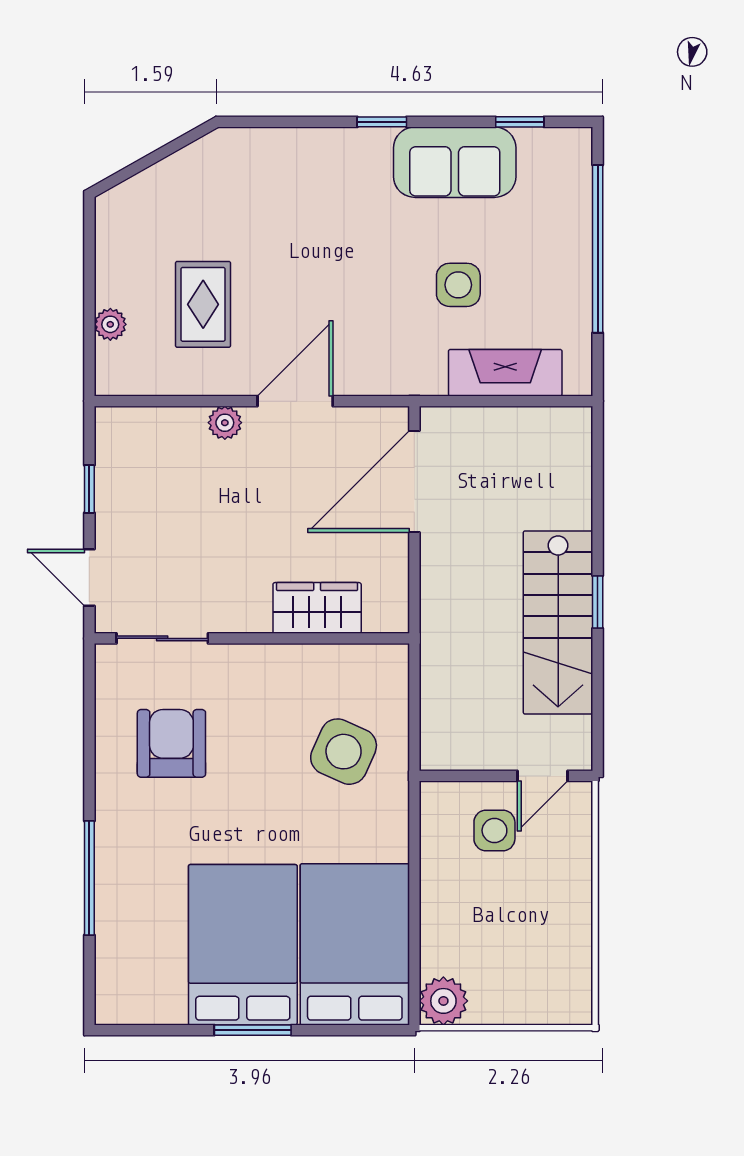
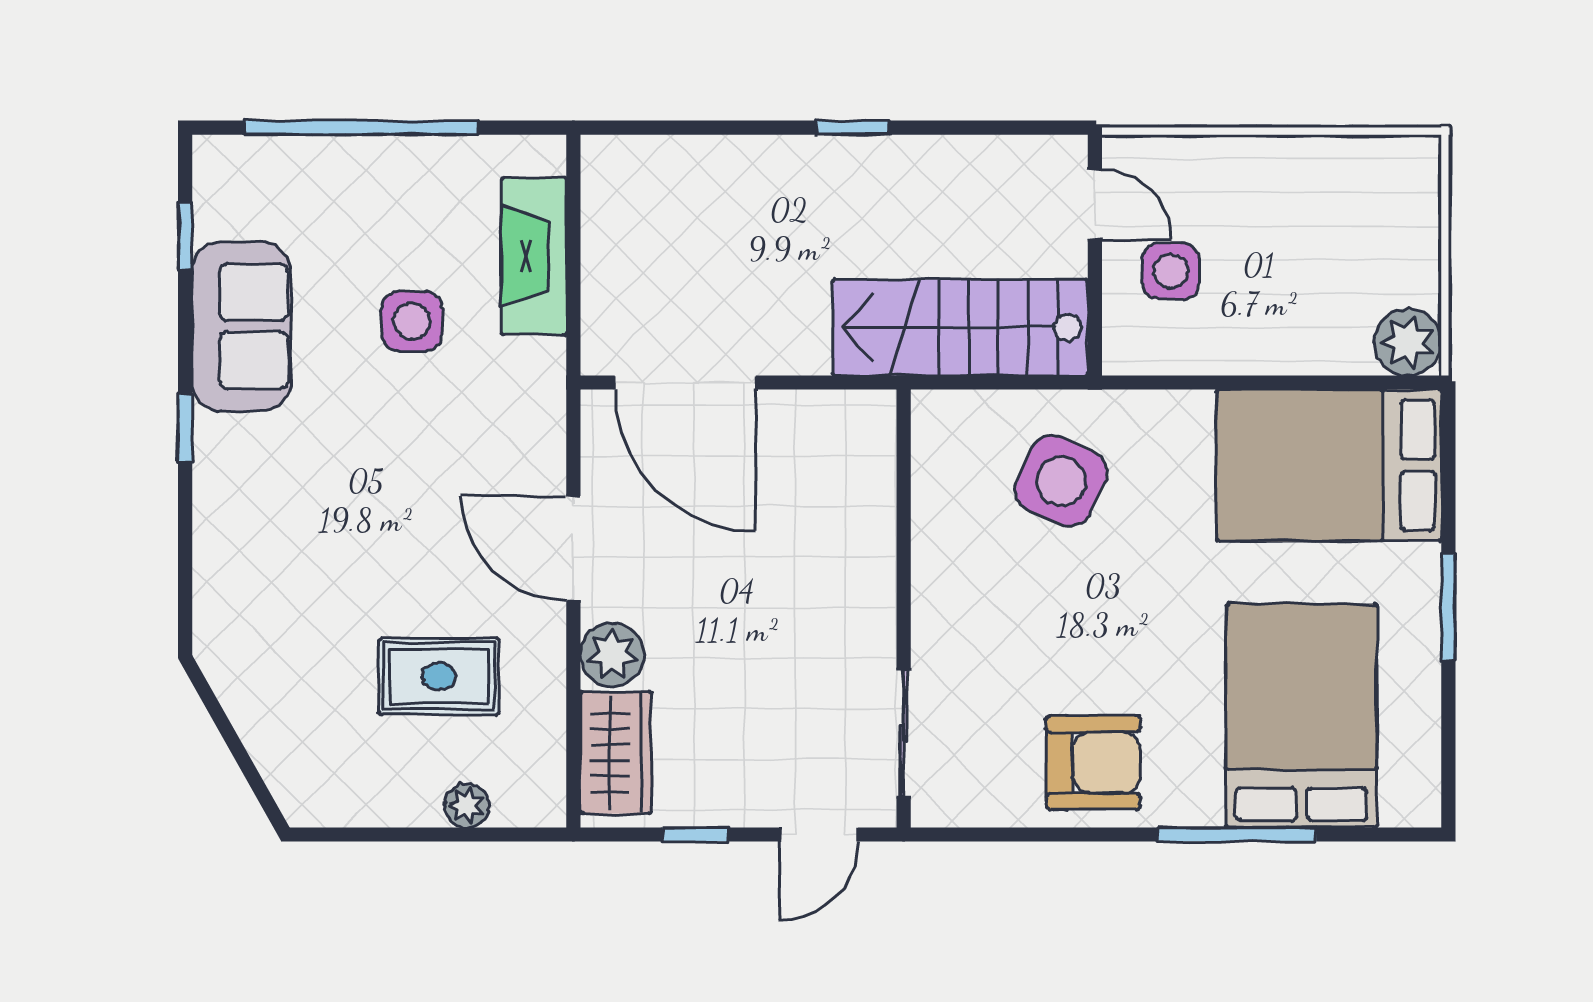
plant: (225, 423) -> (612, 655), width x1.38, depth x1.38
wardrobe: (317, 608) -> (616, 753), moved, turned 180
stairs: (558, 622) -> (960, 327), moved, turned 180
armchair: (171, 743) -> (1093, 763), moved, turned 180
bed: (243, 945) -> (1302, 716), moved, turned 90

